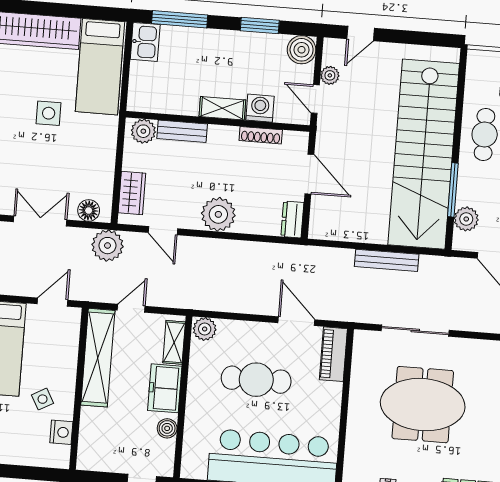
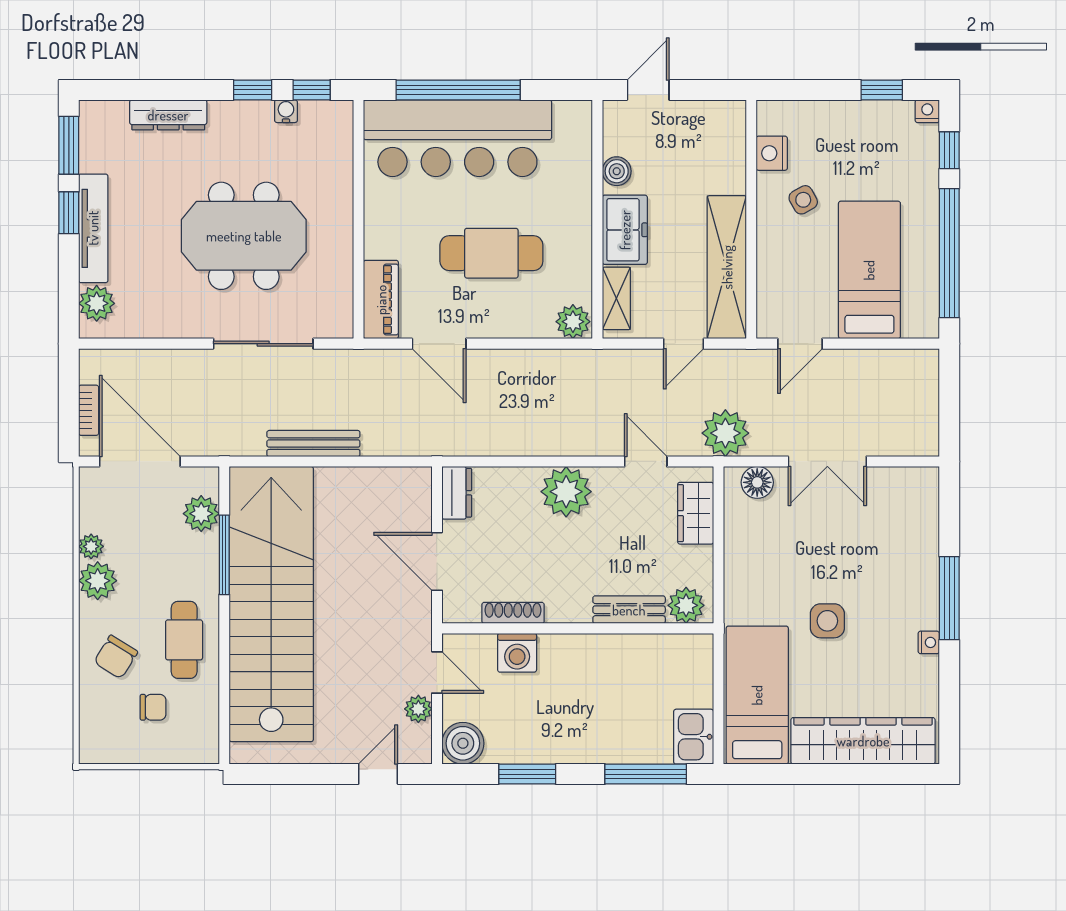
shelving: (222, 108) -> (572, 648), removed

